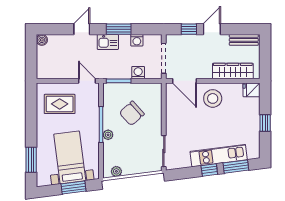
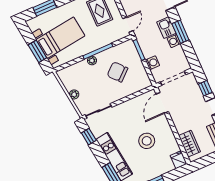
washing machine: (137, 40) -> (174, 41), moved
wardrobe: (233, 71) -> (189, 144), width x0.67
stool: (213, 98) -> (147, 141), moved
window: (209, 170) -> (89, 137), moved
plant: (116, 171) -> (74, 94), moved

